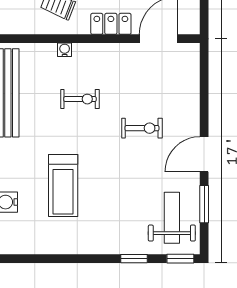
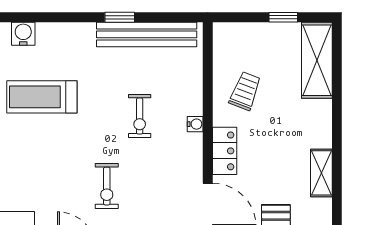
water cooler: (65, 50) -> (195, 124), moved

